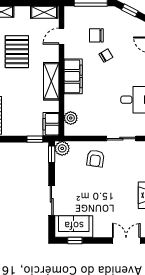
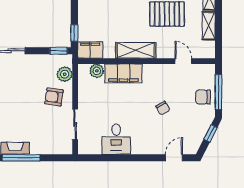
shelving: (44, 12) -> (209, 26), moved
chair: (96, 35) -> (203, 97), moved, turned -90
filing cabinet: (73, 76) -> (123, 73), moved
plant: (62, 148) -> (65, 74), moved

